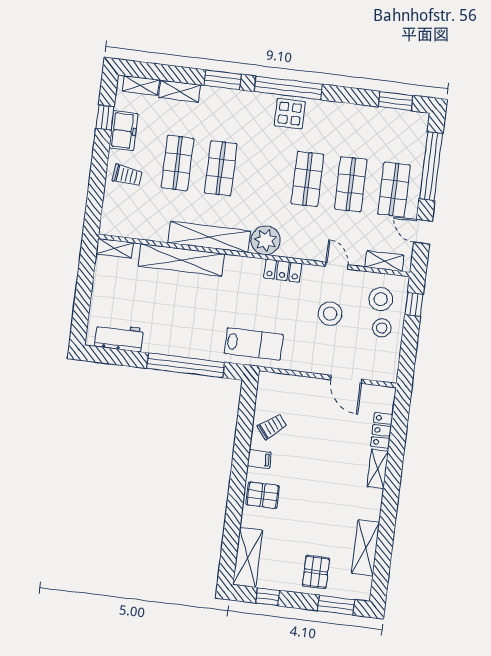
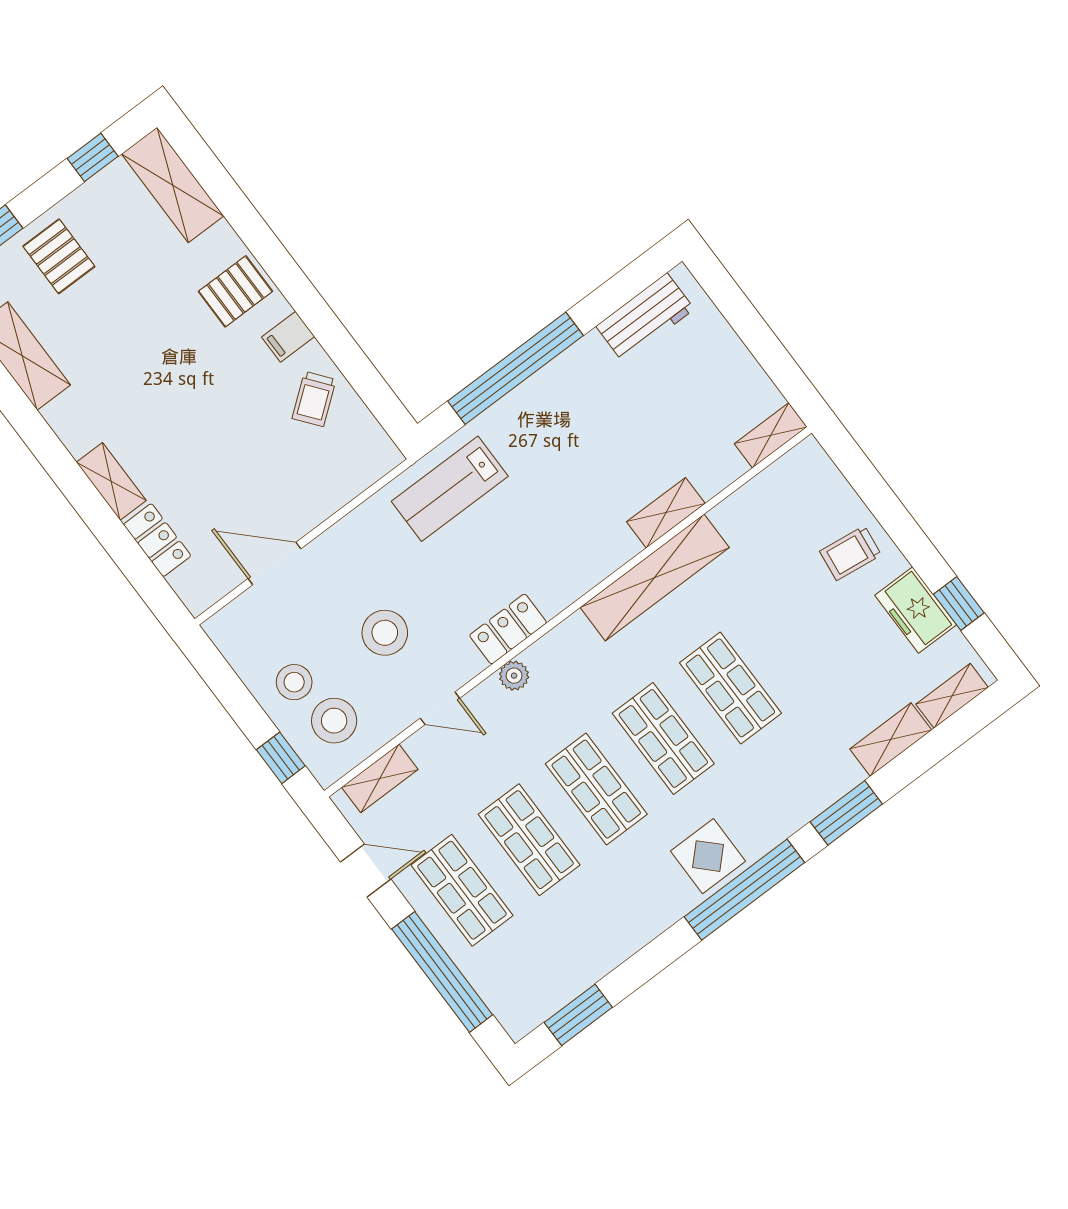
shop shelf: (177, 163) -> (663, 739), moved
plant: (266, 240) -> (514, 676), moved, width x0.53, depth x0.53
shelving: (181, 260) -> (666, 513), width x0.45, depth x0.75

